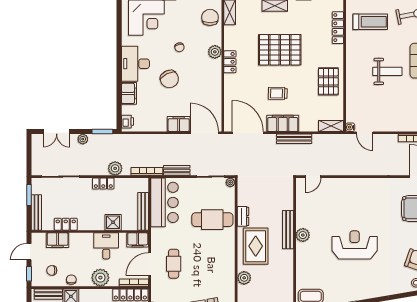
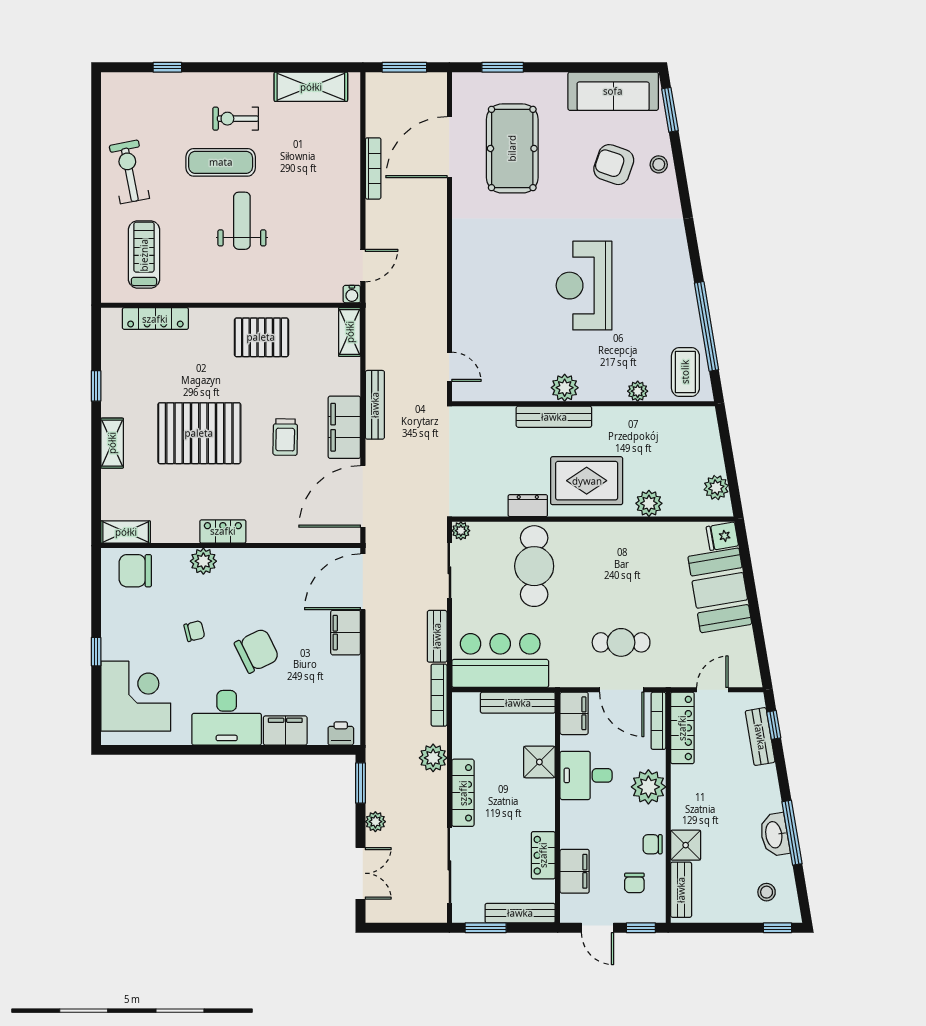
pallet: (280, 50) -> (199, 433), turned 90
locker: (103, 184) -> (463, 793), width x1.53
plant: (301, 272) -> (638, 391), added

